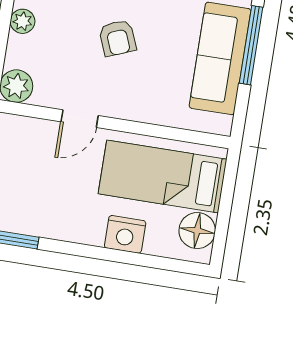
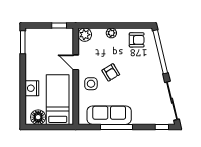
armchair: (117, 38) -> (111, 72), turned -99
side table: (137, 90) -> (91, 84), added

